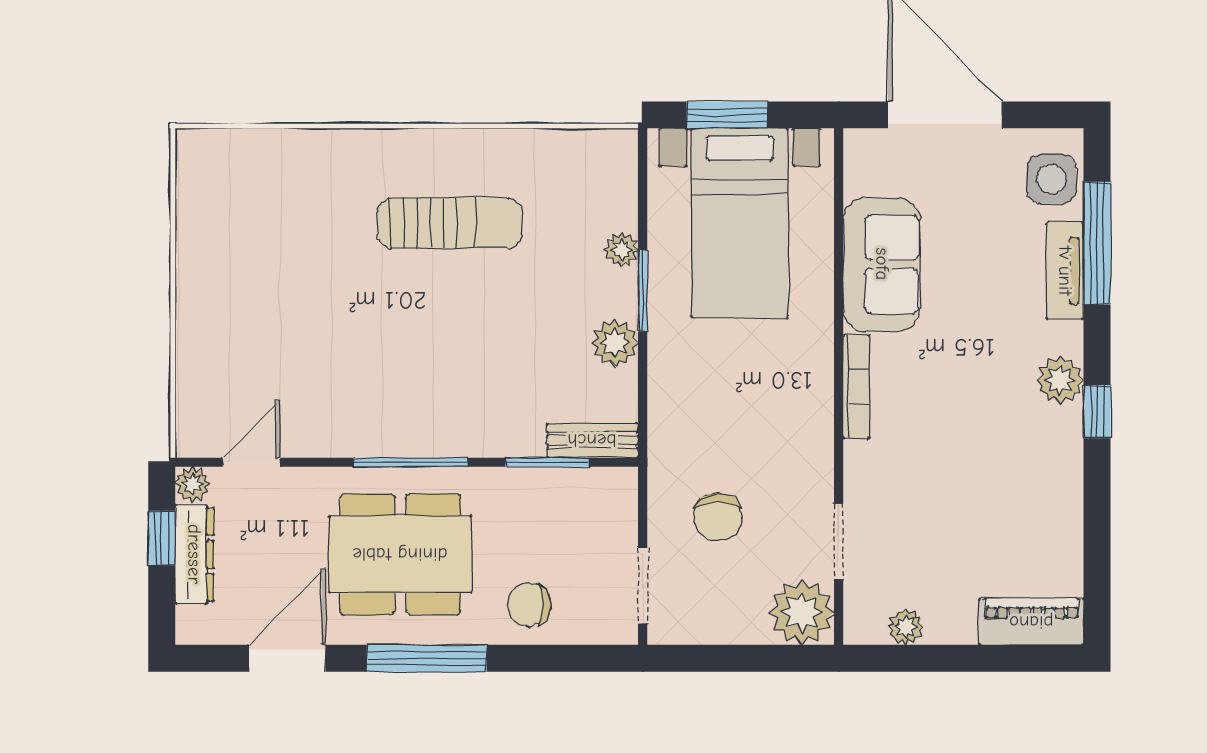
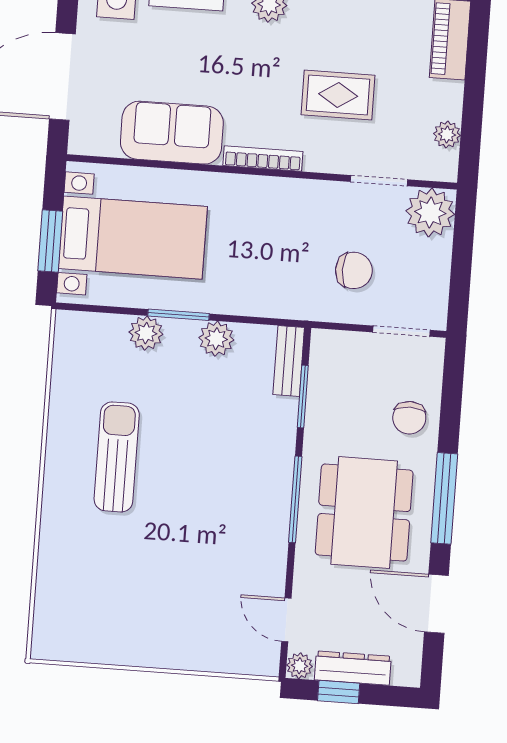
plant: (622, 250) -> (146, 333), width x1.38, depth x1.38
rug: (947, 480) -> (338, 95), added

